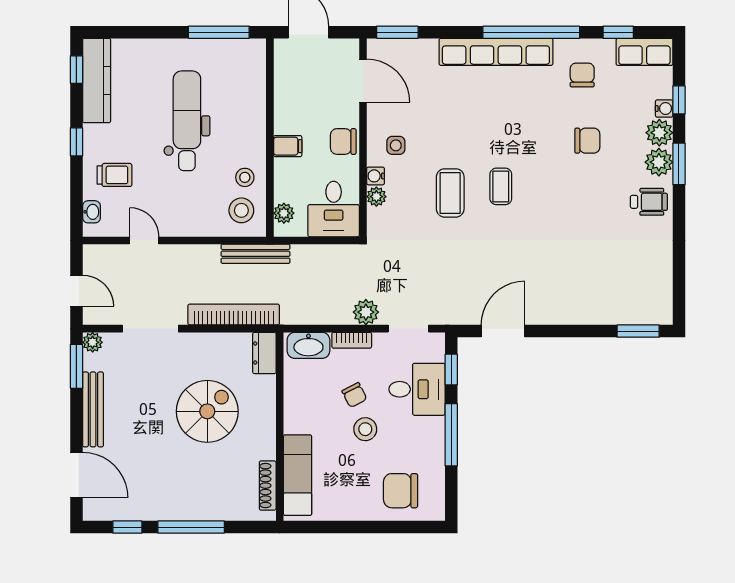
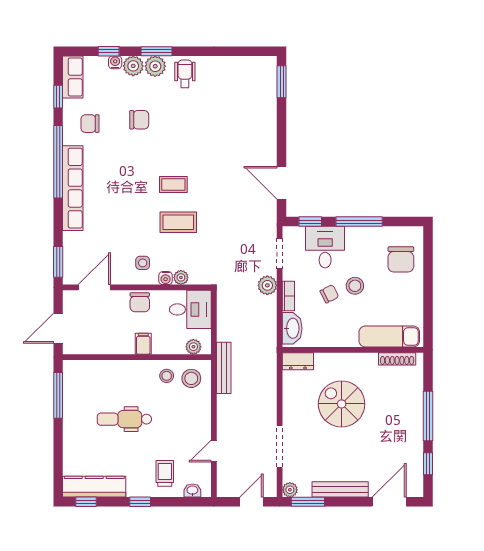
dental chair: (187, 121) -> (124, 419), width x0.73, depth x0.72
chair: (587, 141) -> (139, 120), turned 90
bookcase: (234, 315) -> (269, 384), removed

